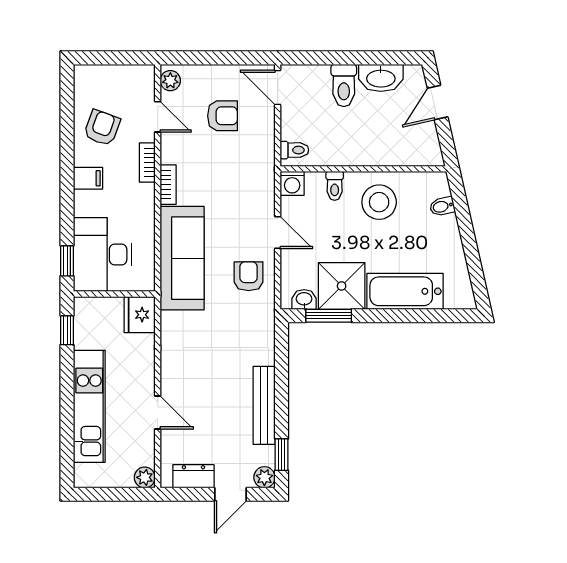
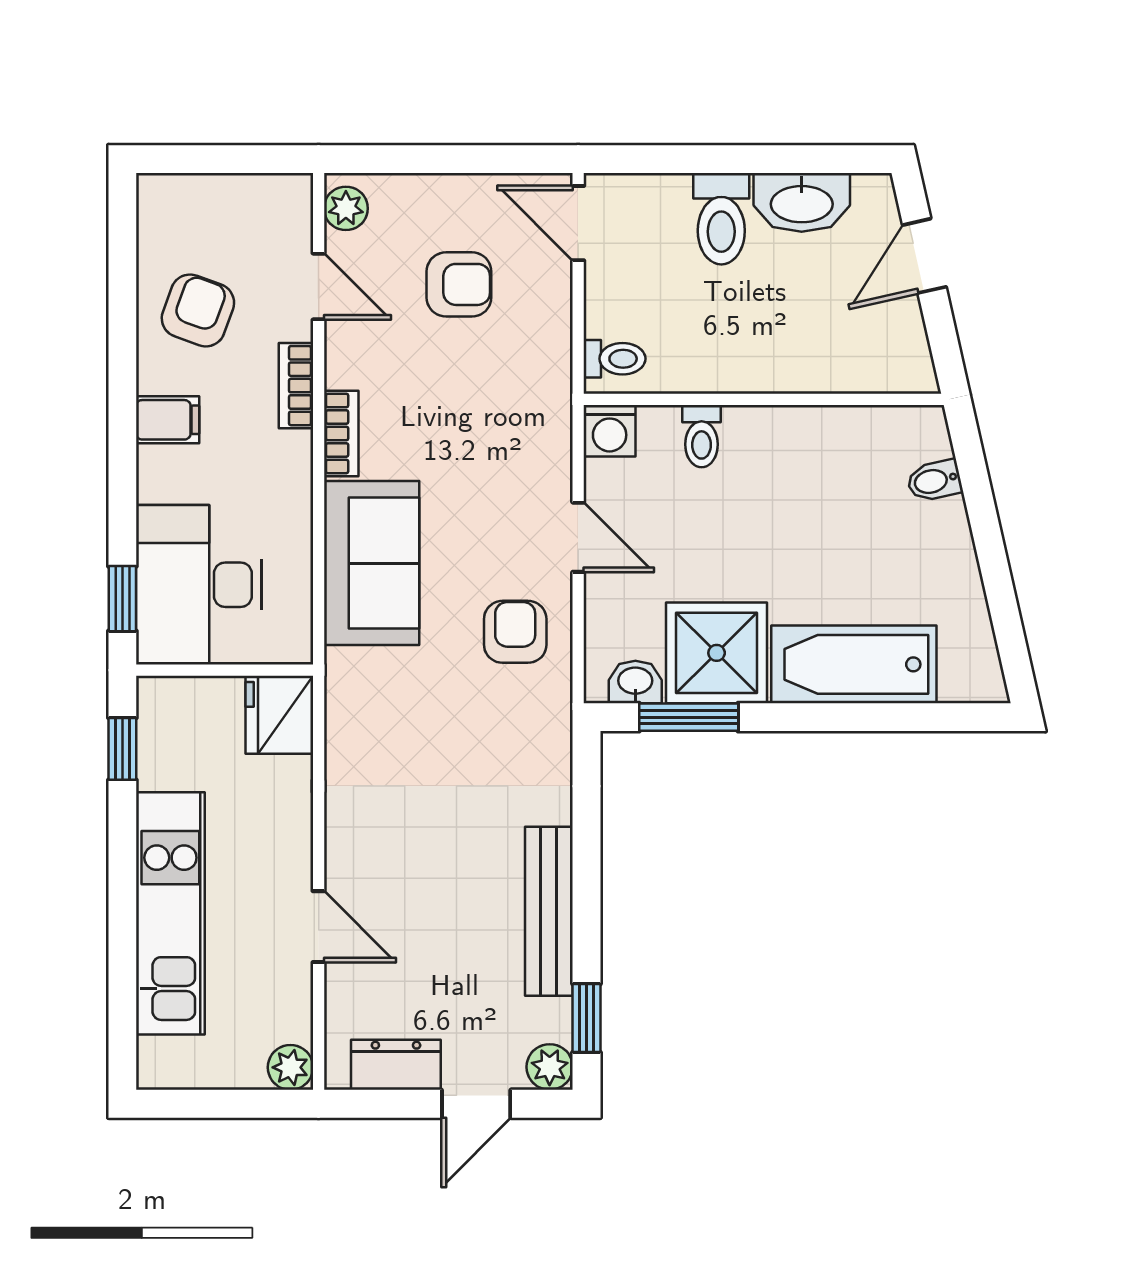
stool: (379, 202) -> (798, 471), removed
sofa: (182, 258) -> (372, 563), width x0.73

